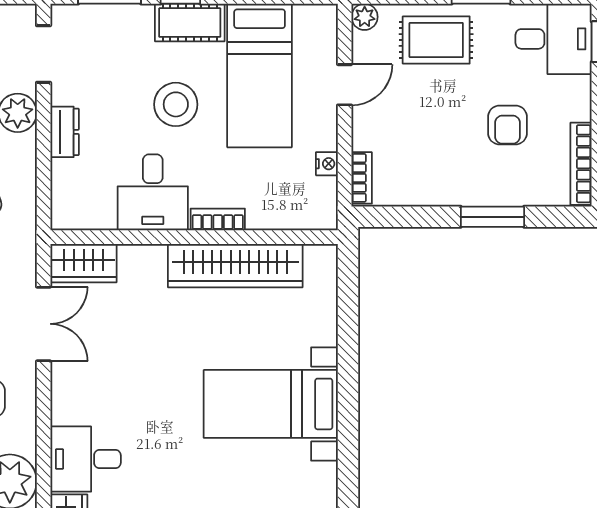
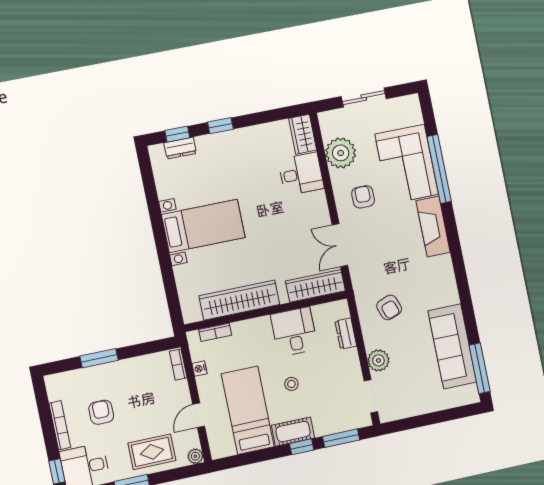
stool: (176, 104) -> (291, 384), width x0.53, depth x0.53
dresser: (65, 132) -> (346, 333), moved
bookcase: (581, 164) -> (60, 425), moved
bookcase: (218, 219) -> (215, 332), moved
wardrobe: (84, 263) -> (315, 286), width x1.50

